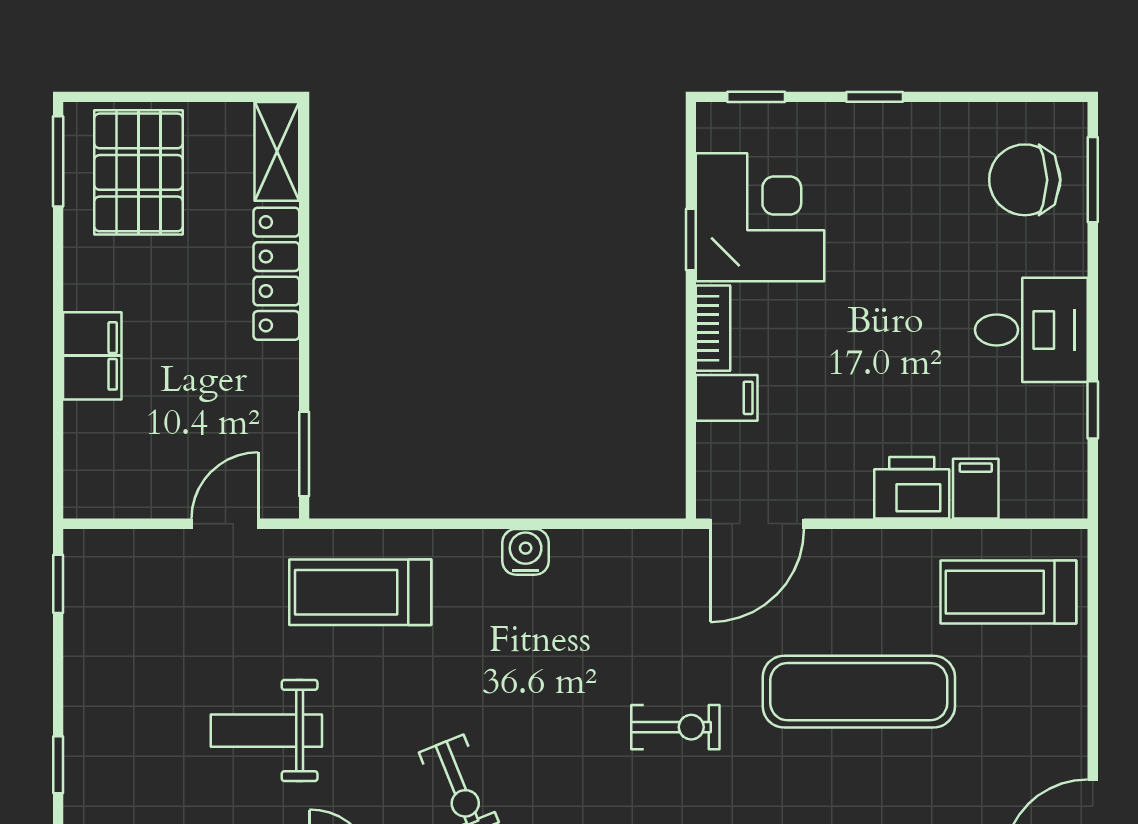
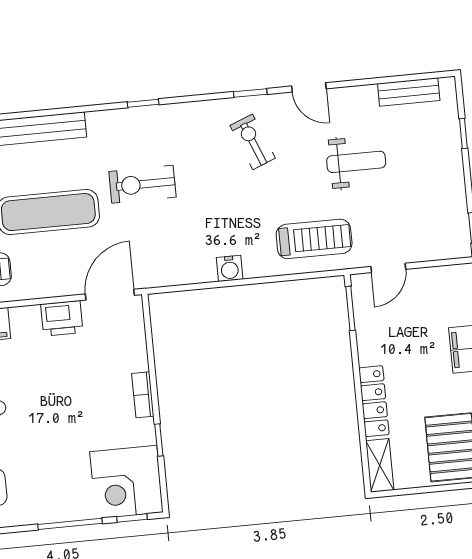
window: (875, 97) -> (70, 524), width x2.17
corner desk: (760, 217) -> (126, 482), moved
filing cabinet: (727, 398) -> (132, 359), removed
printer: (912, 488) -> (62, 318), moved
exercise bike: (675, 727) -> (142, 184), width x1.38, depth x1.39

